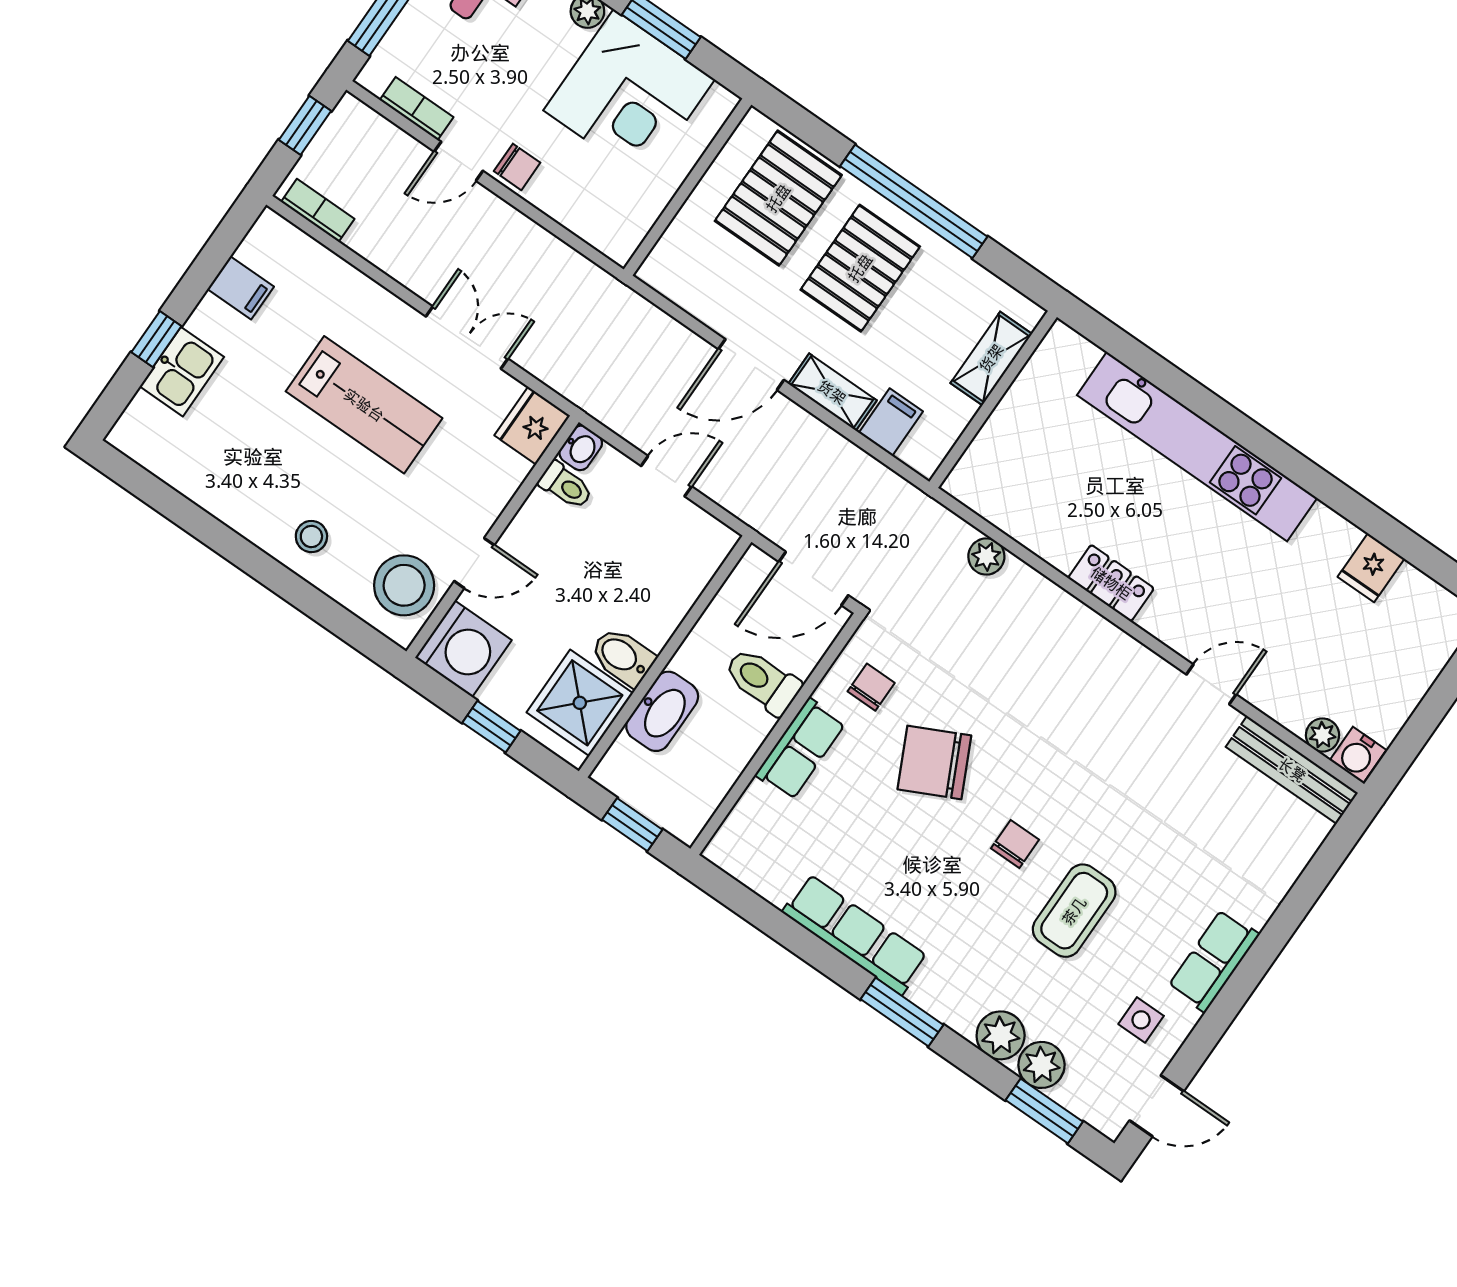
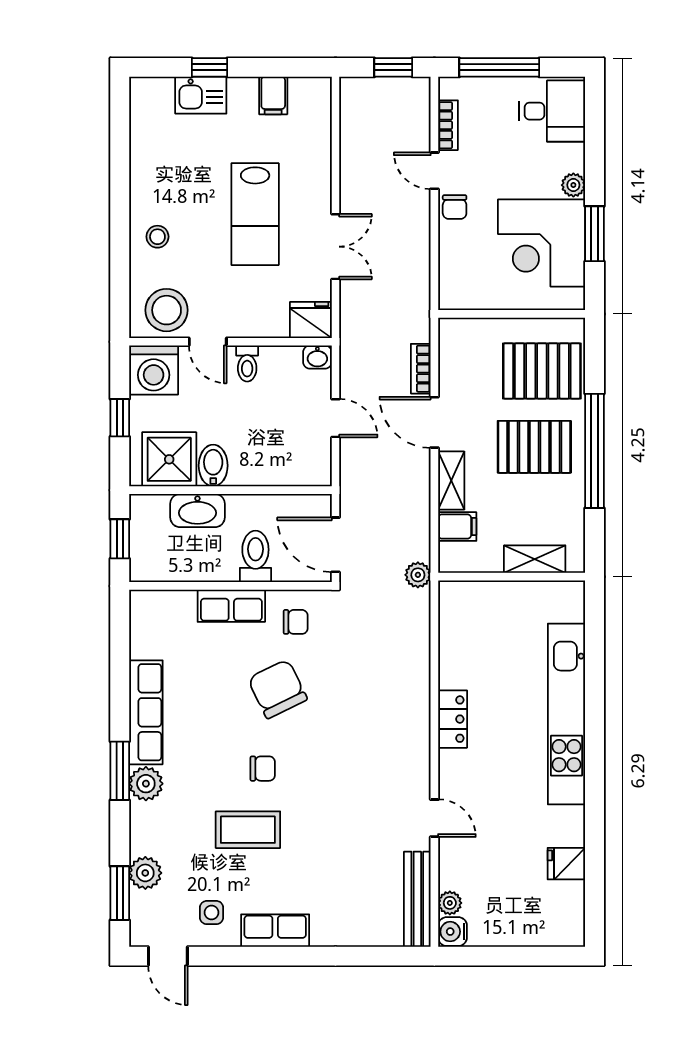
bookcase: (318, 210) -> (421, 369), moved, turned 180
toilet: (566, 486) -> (247, 364), moved
plant: (986, 556) -> (418, 575), moved
plant: (1001, 1035) -> (146, 784), moved

